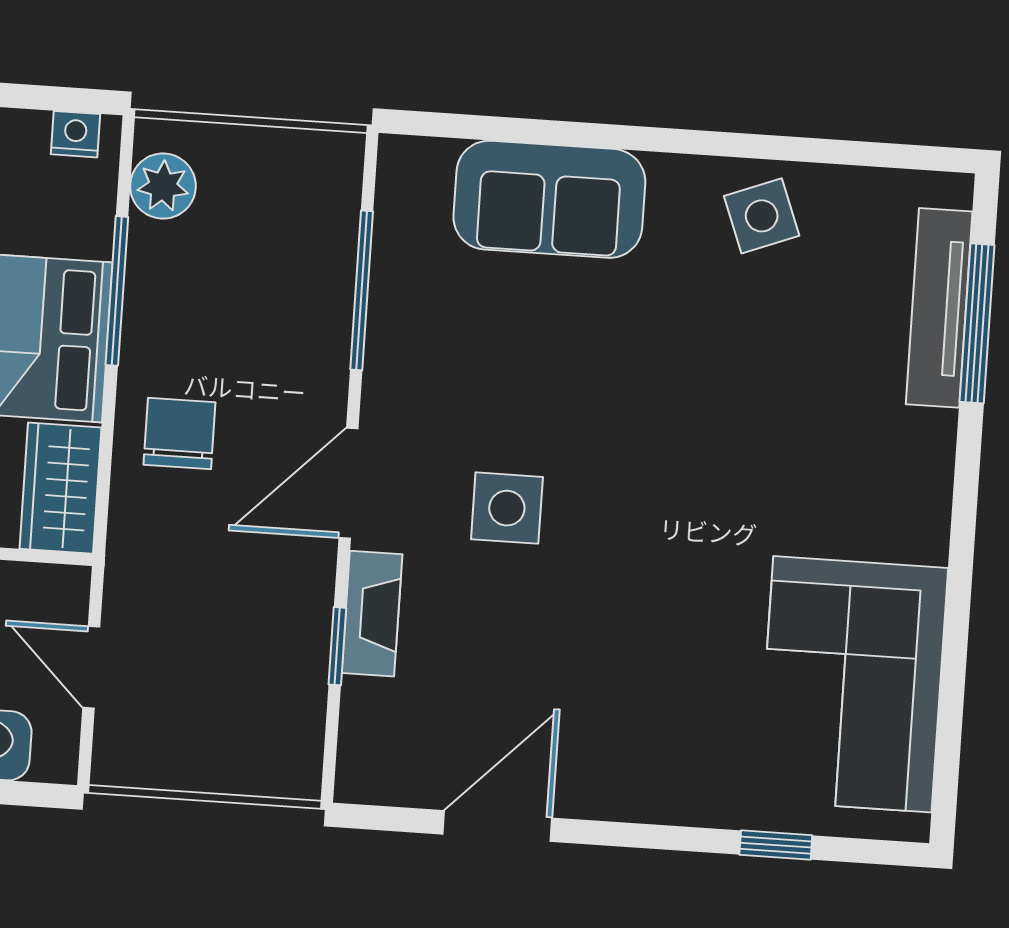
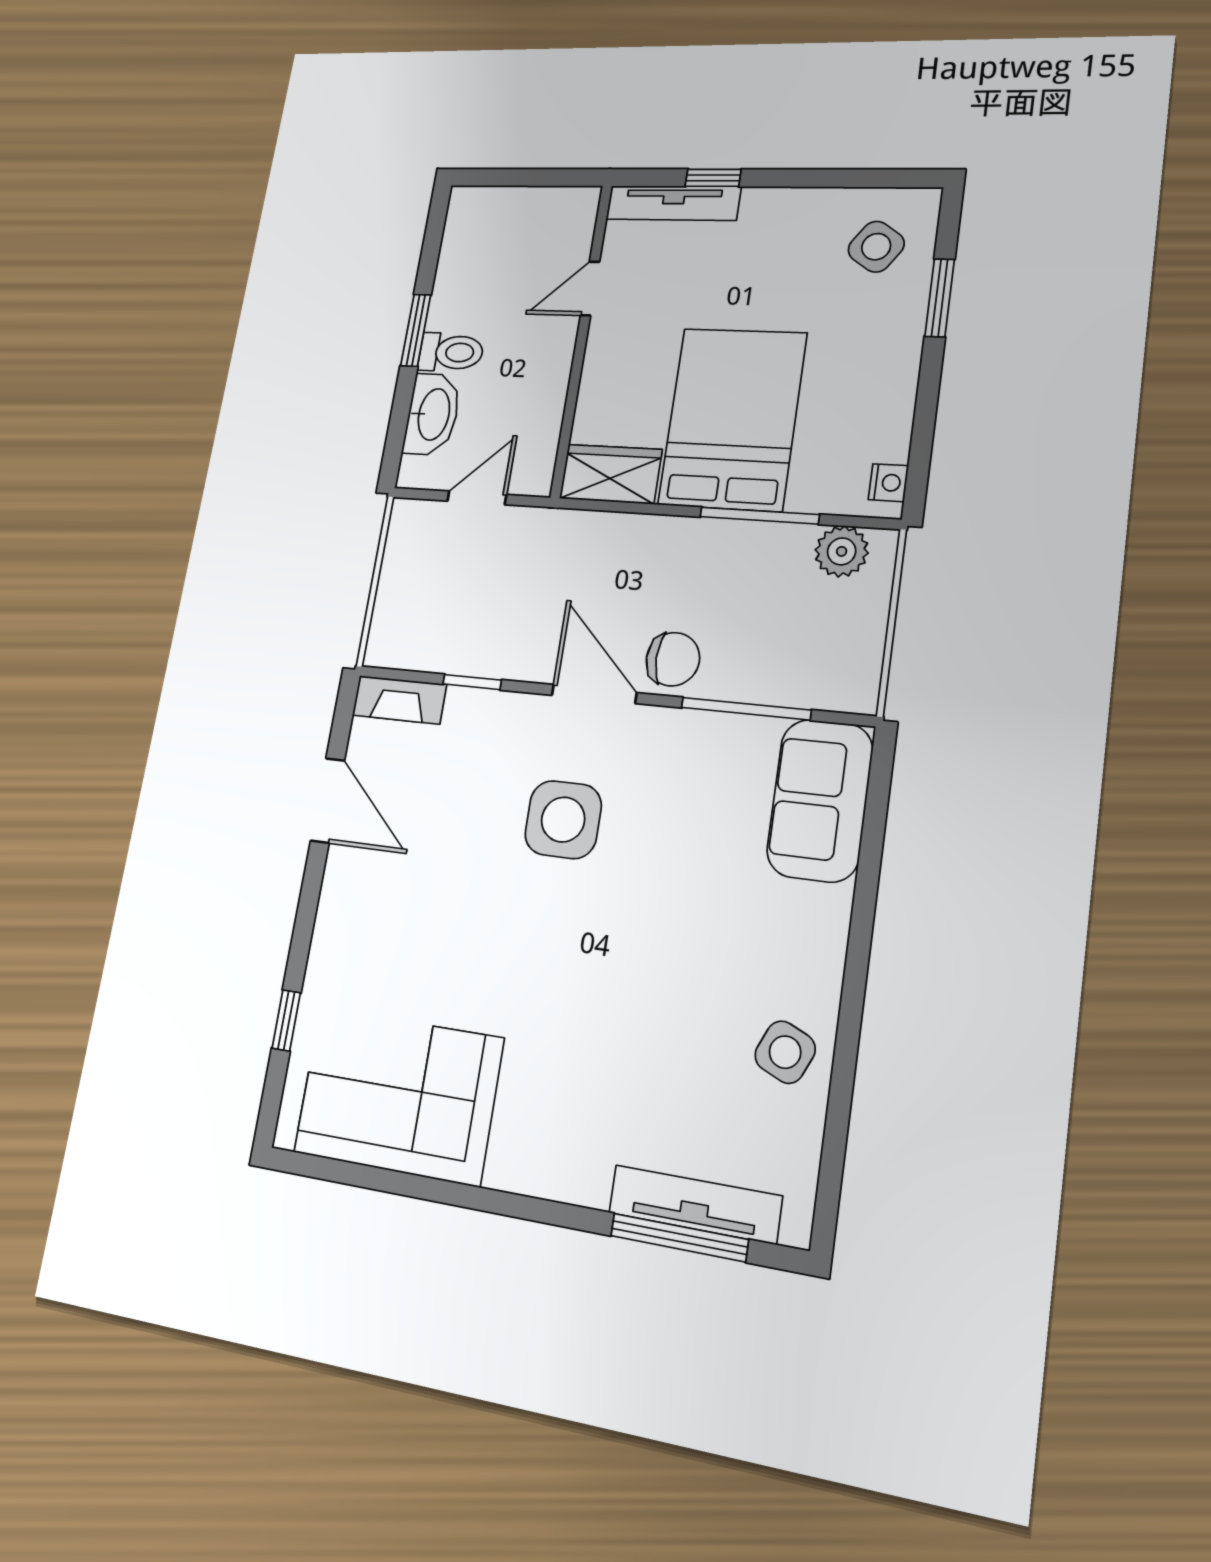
sofa: (549, 199) -> (820, 800), moved
side table: (762, 216) -> (785, 1052), turned 45
chair: (179, 434) -> (673, 659), moved
side table: (507, 508) -> (563, 820), width x1.37, depth x1.37
fireplace: (372, 614) -> (399, 700), moved

